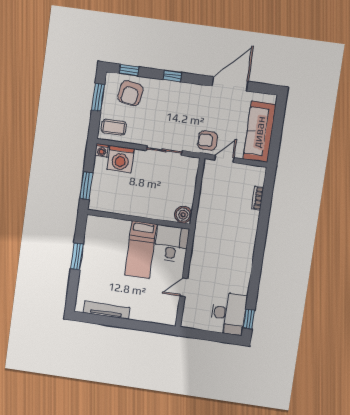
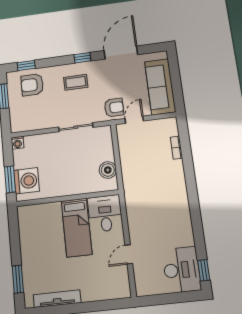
window: (172, 76) -> (82, 58), moved
armchair: (130, 93) -> (32, 85), turned 80
coffee table: (114, 127) -> (76, 82), moved
armchair: (208, 141) -> (114, 108), turned 180
washing machine: (120, 159) -> (26, 181), moved, turned -90
boiler: (183, 215) -> (108, 170), moved
window: (77, 256) -> (18, 279), moved

